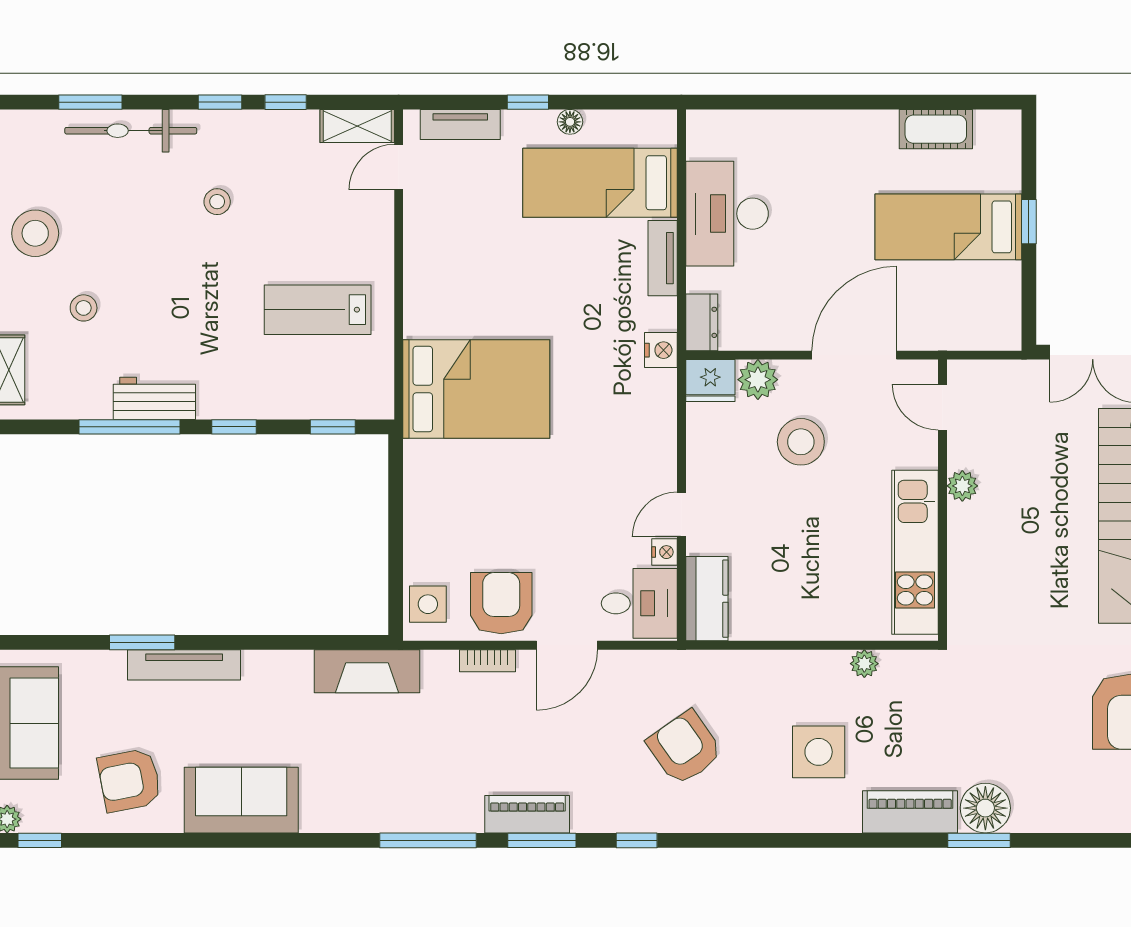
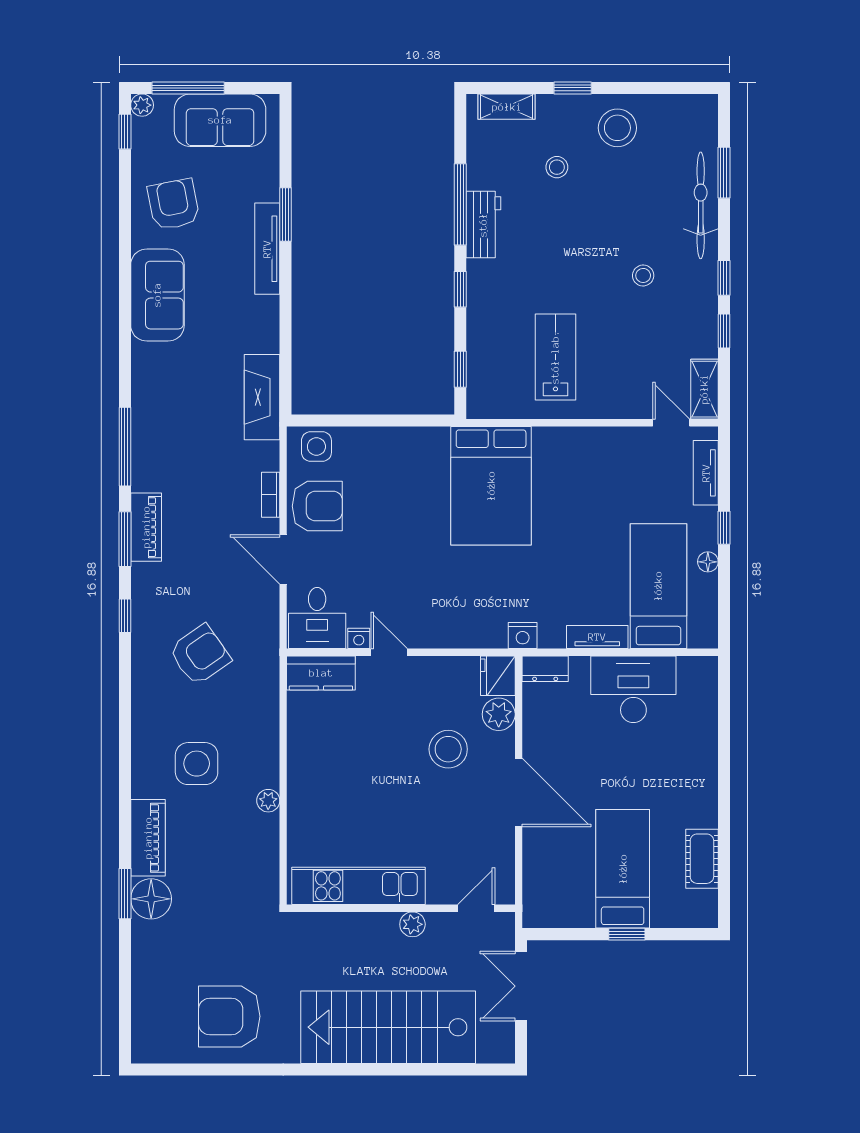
door: (942, 407) -> (476, 908), moved
plant: (962, 486) -> (412, 924), moved
wall: (942, 500) -> (401, 908), moved
kitchen unit: (915, 552) -> (359, 886), moved

